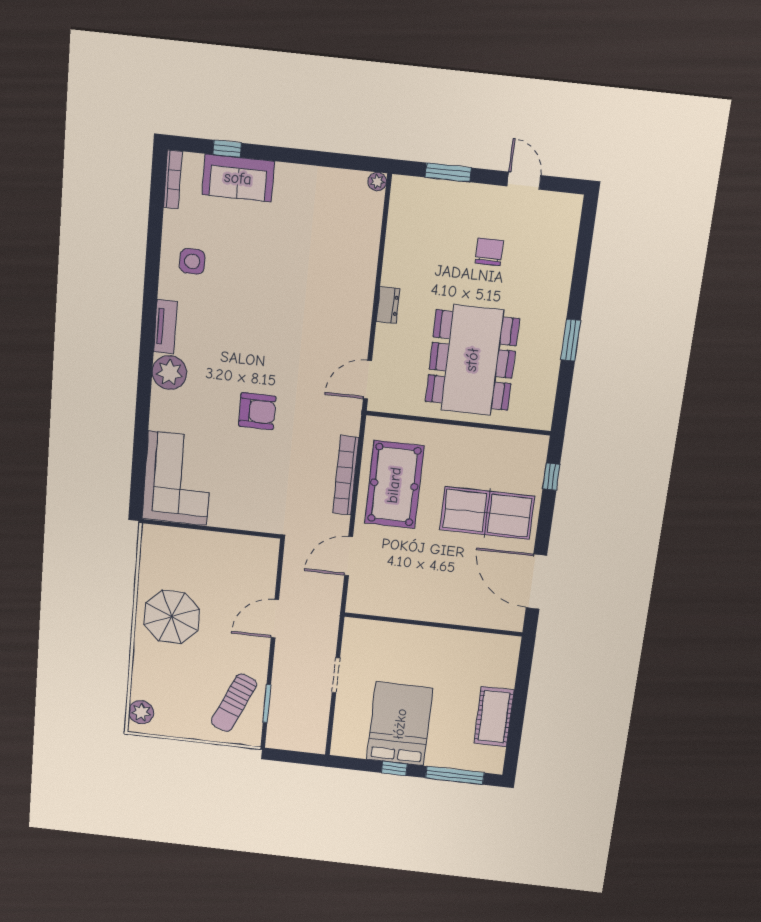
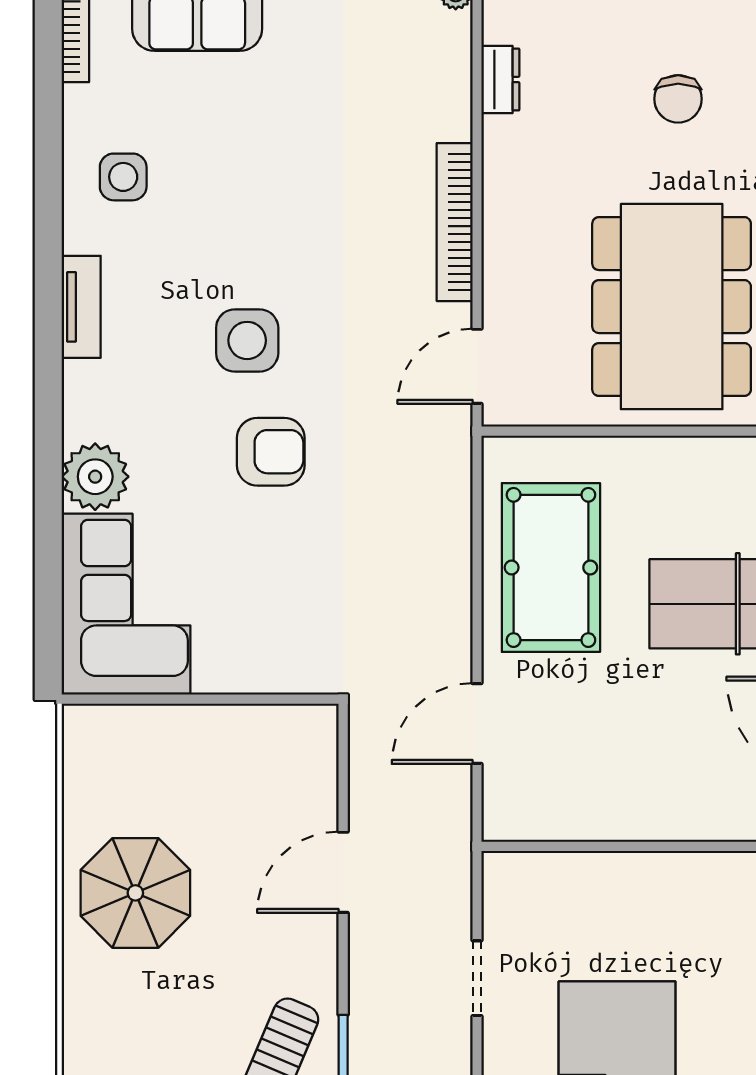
chair: (489, 252) -> (678, 99), turned 180
dresser: (388, 305) -> (500, 79), moved
side table: (250, 353) -> (247, 340), added
plant: (169, 373) -> (95, 477), moved
bookcase: (346, 475) -> (455, 222), moved

